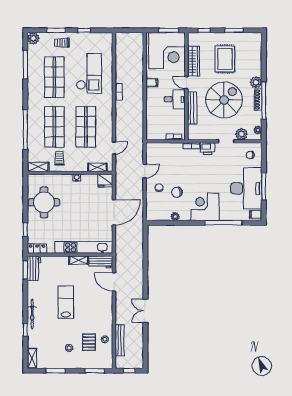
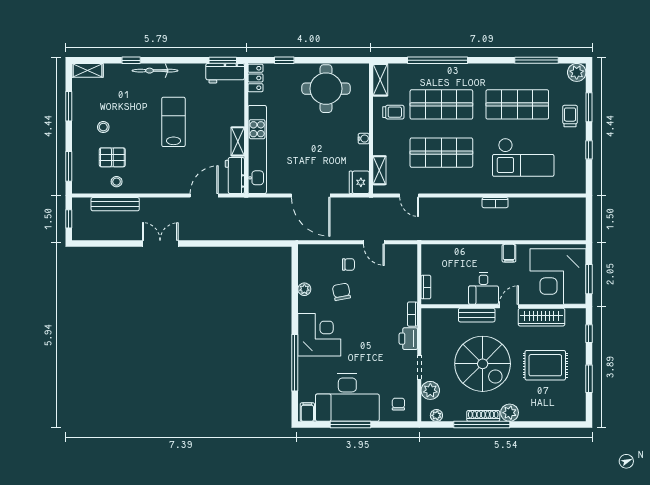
bench: (192, 108) -> (477, 315), width x0.73
lab bench: (66, 302) -> (173, 122), turned -90

